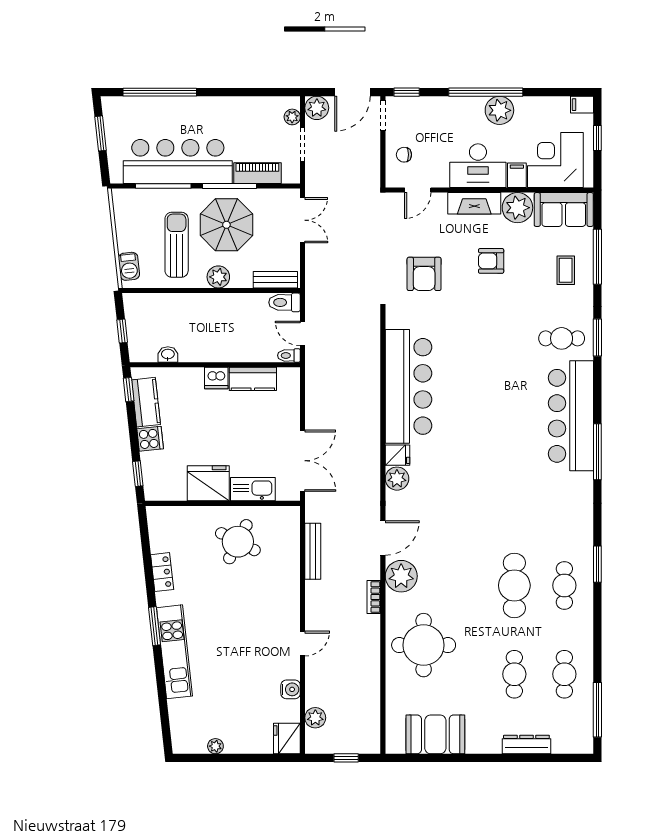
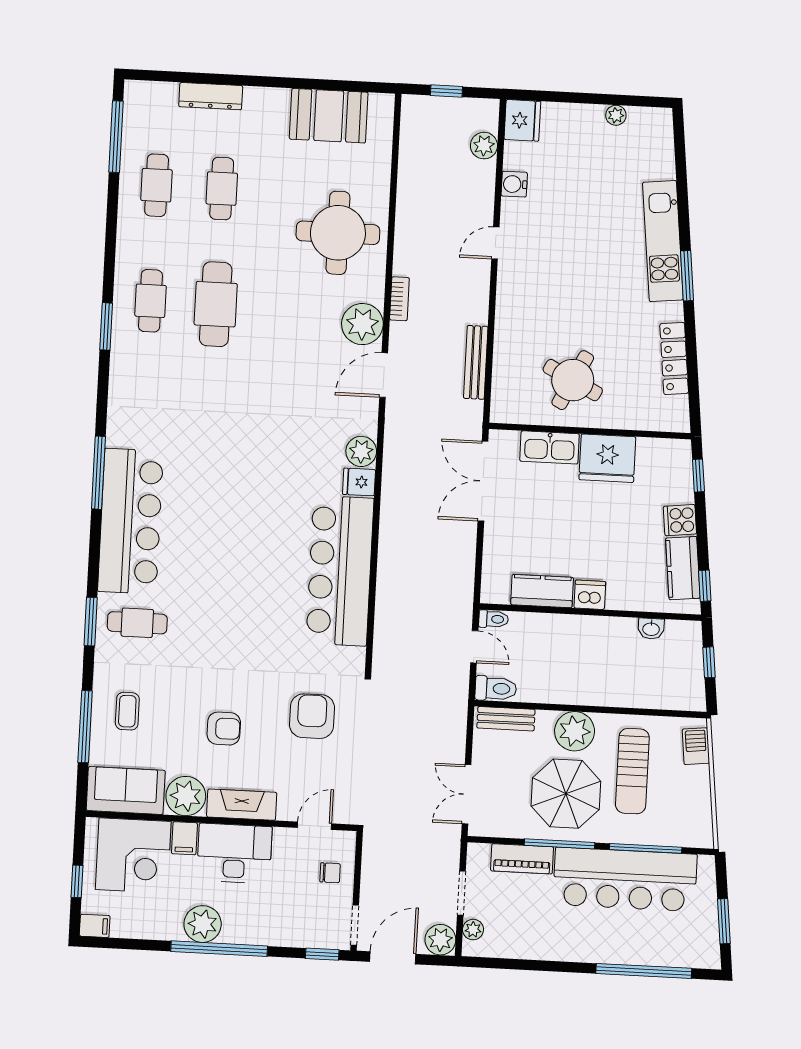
plant: (218, 277) -> (575, 731), width x1.36, depth x1.36
locker: (162, 572) -> (674, 358), width x1.53

